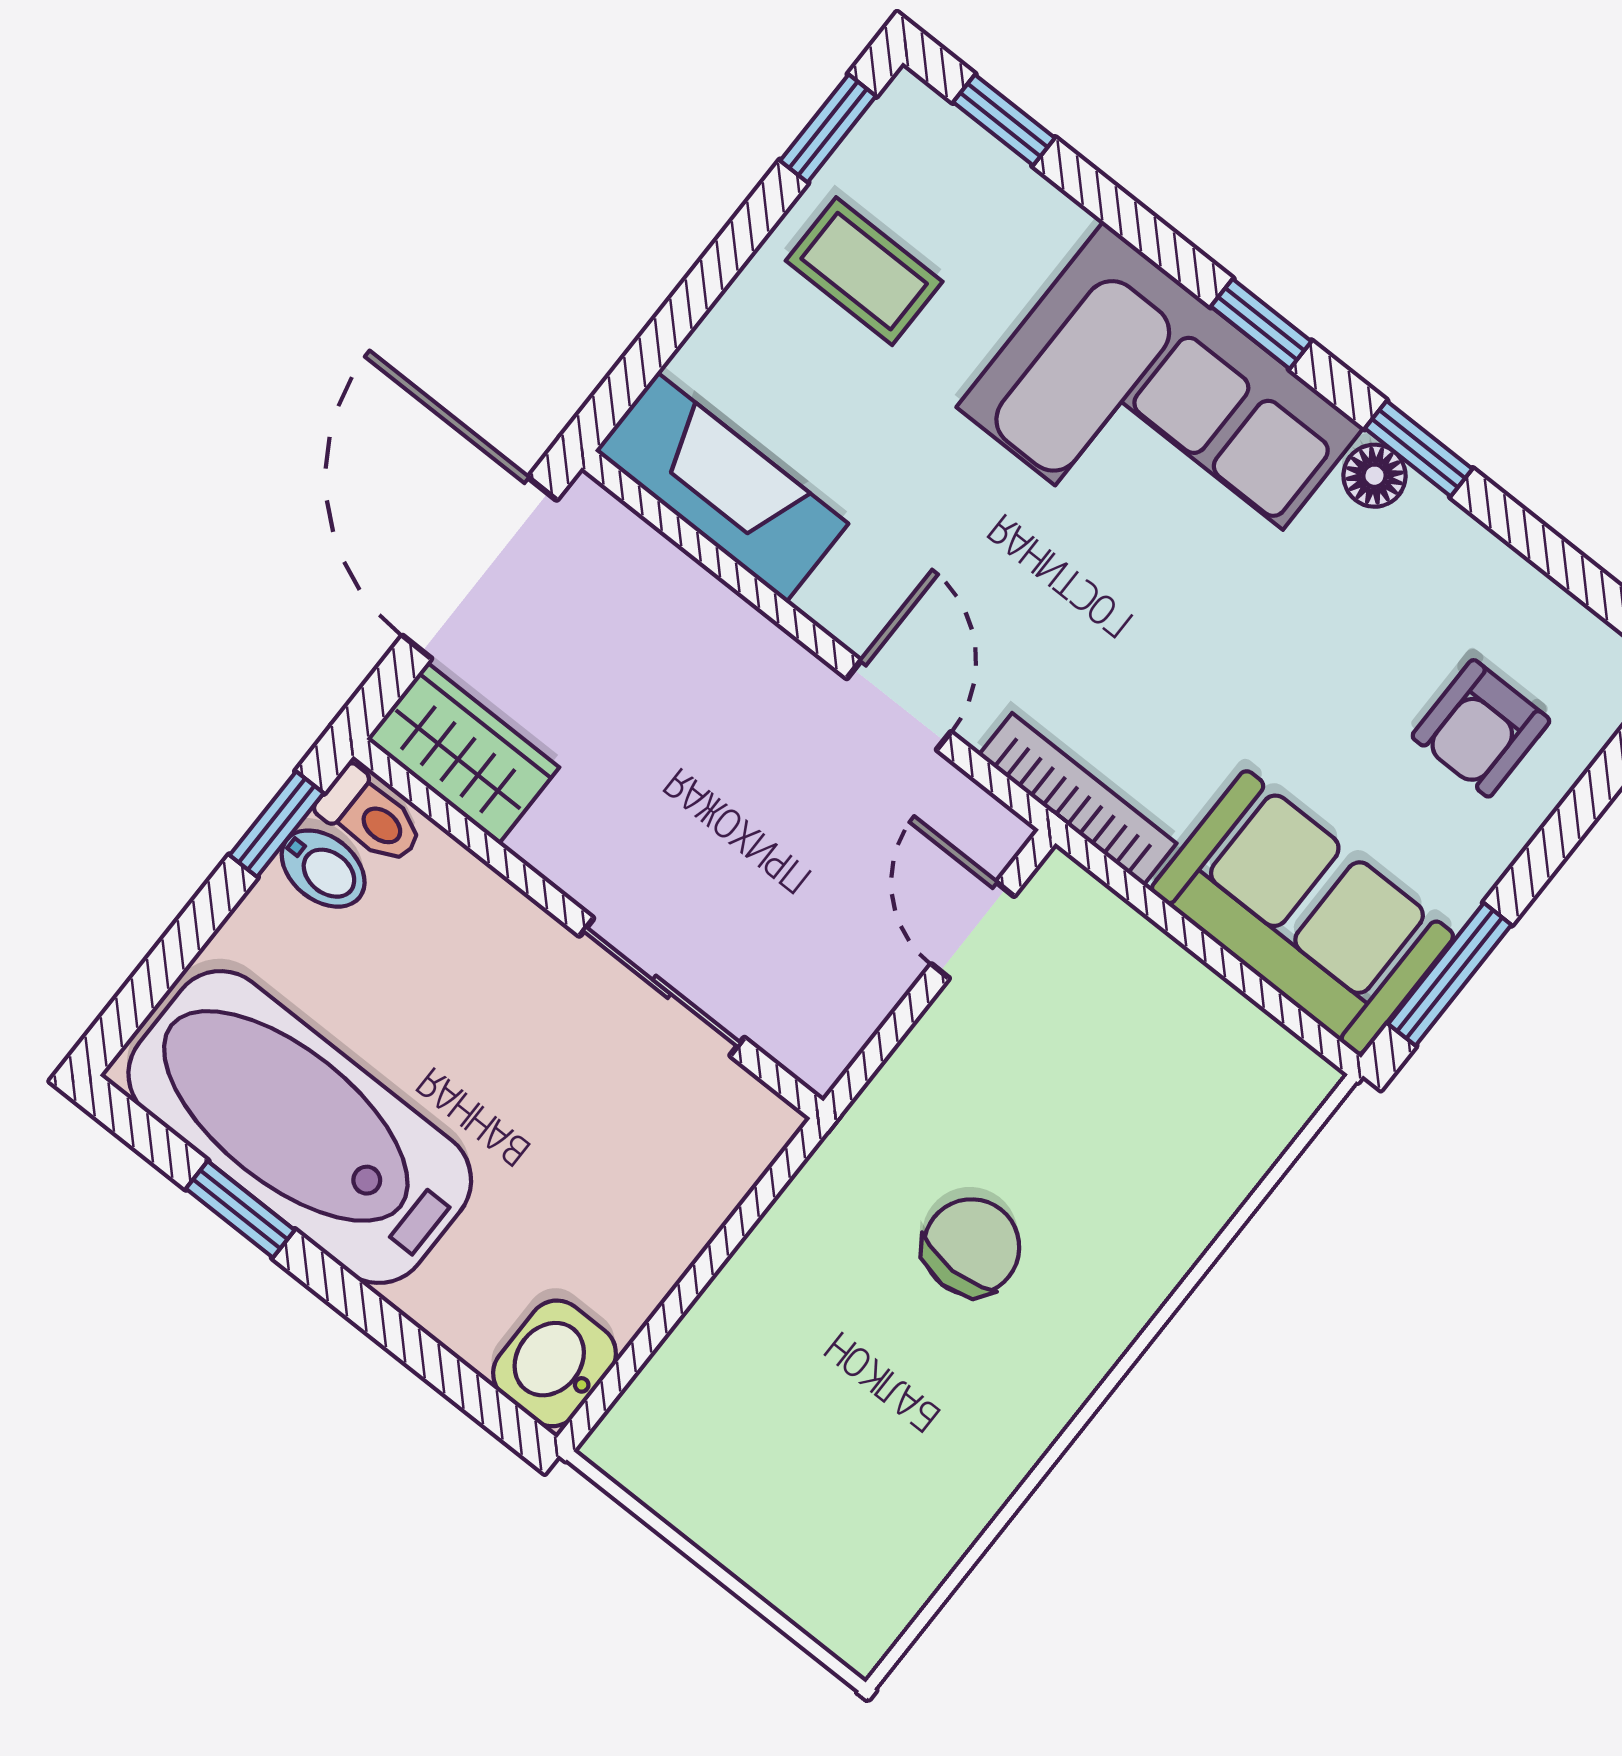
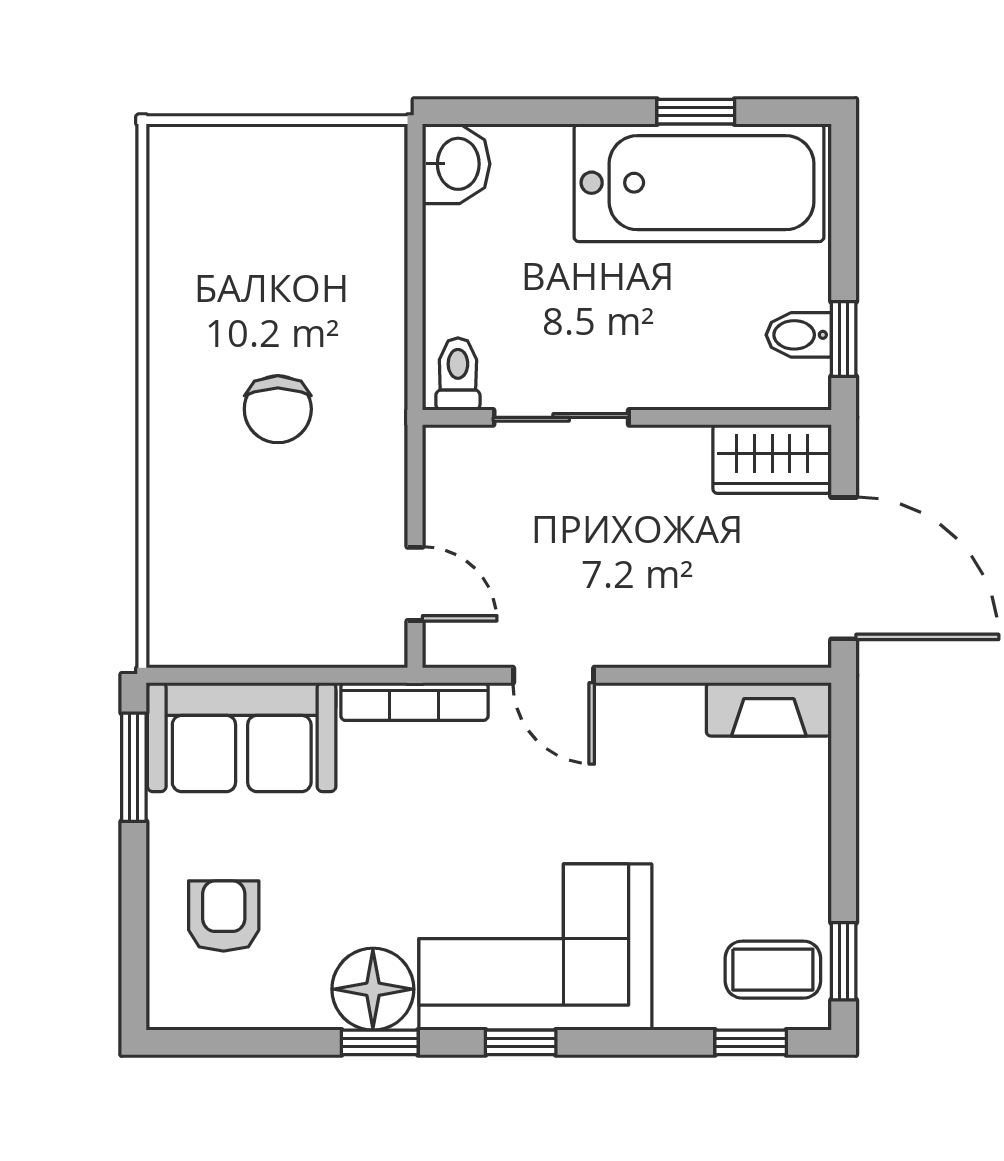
coffee table: (864, 271) -> (773, 970), moved
floor lamp: (1375, 476) -> (373, 989), width x1.89, depth x1.89
fireplace: (722, 487) -> (769, 709), width x0.73, depth x0.76
toilet: (371, 817) -> (458, 374), moved, turned 90

